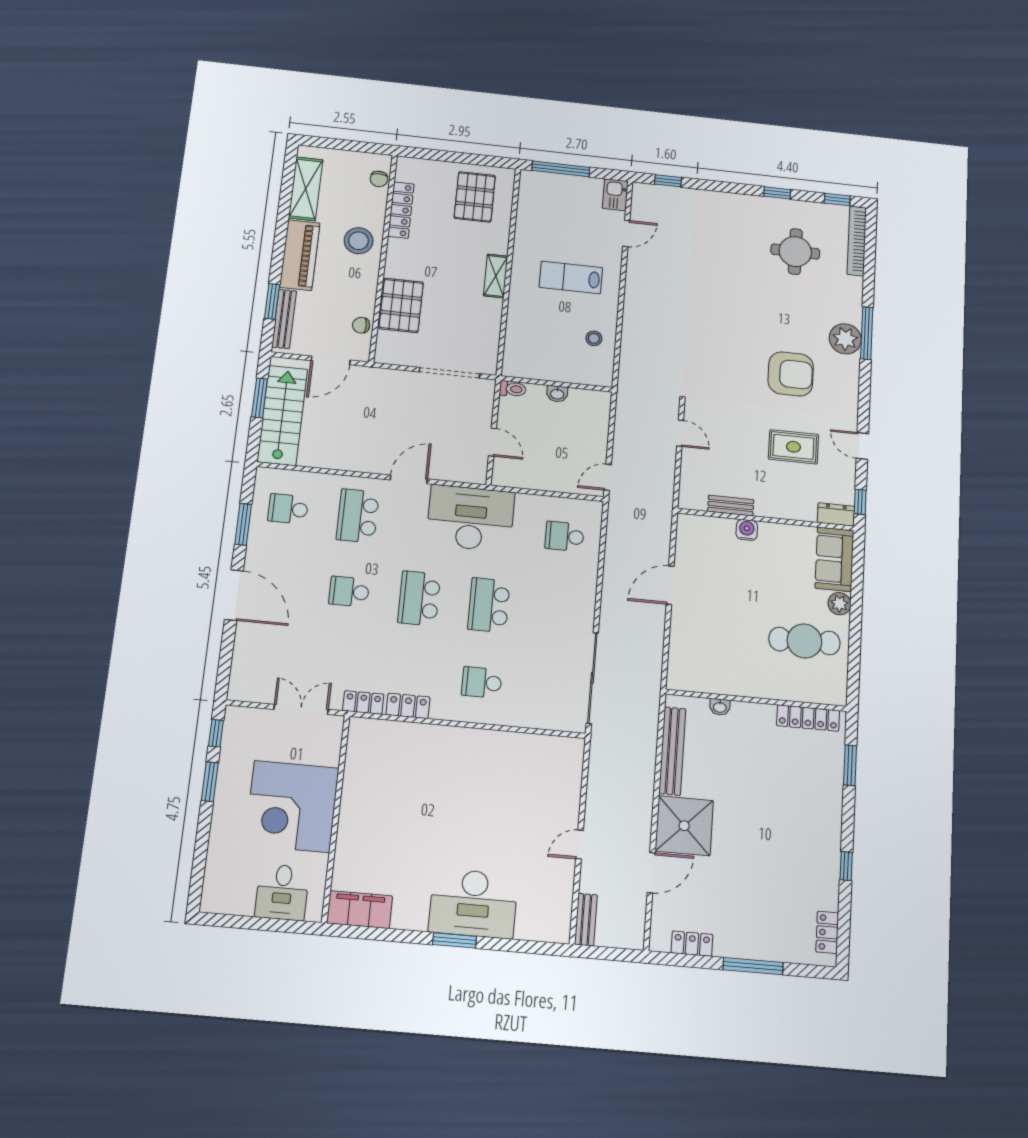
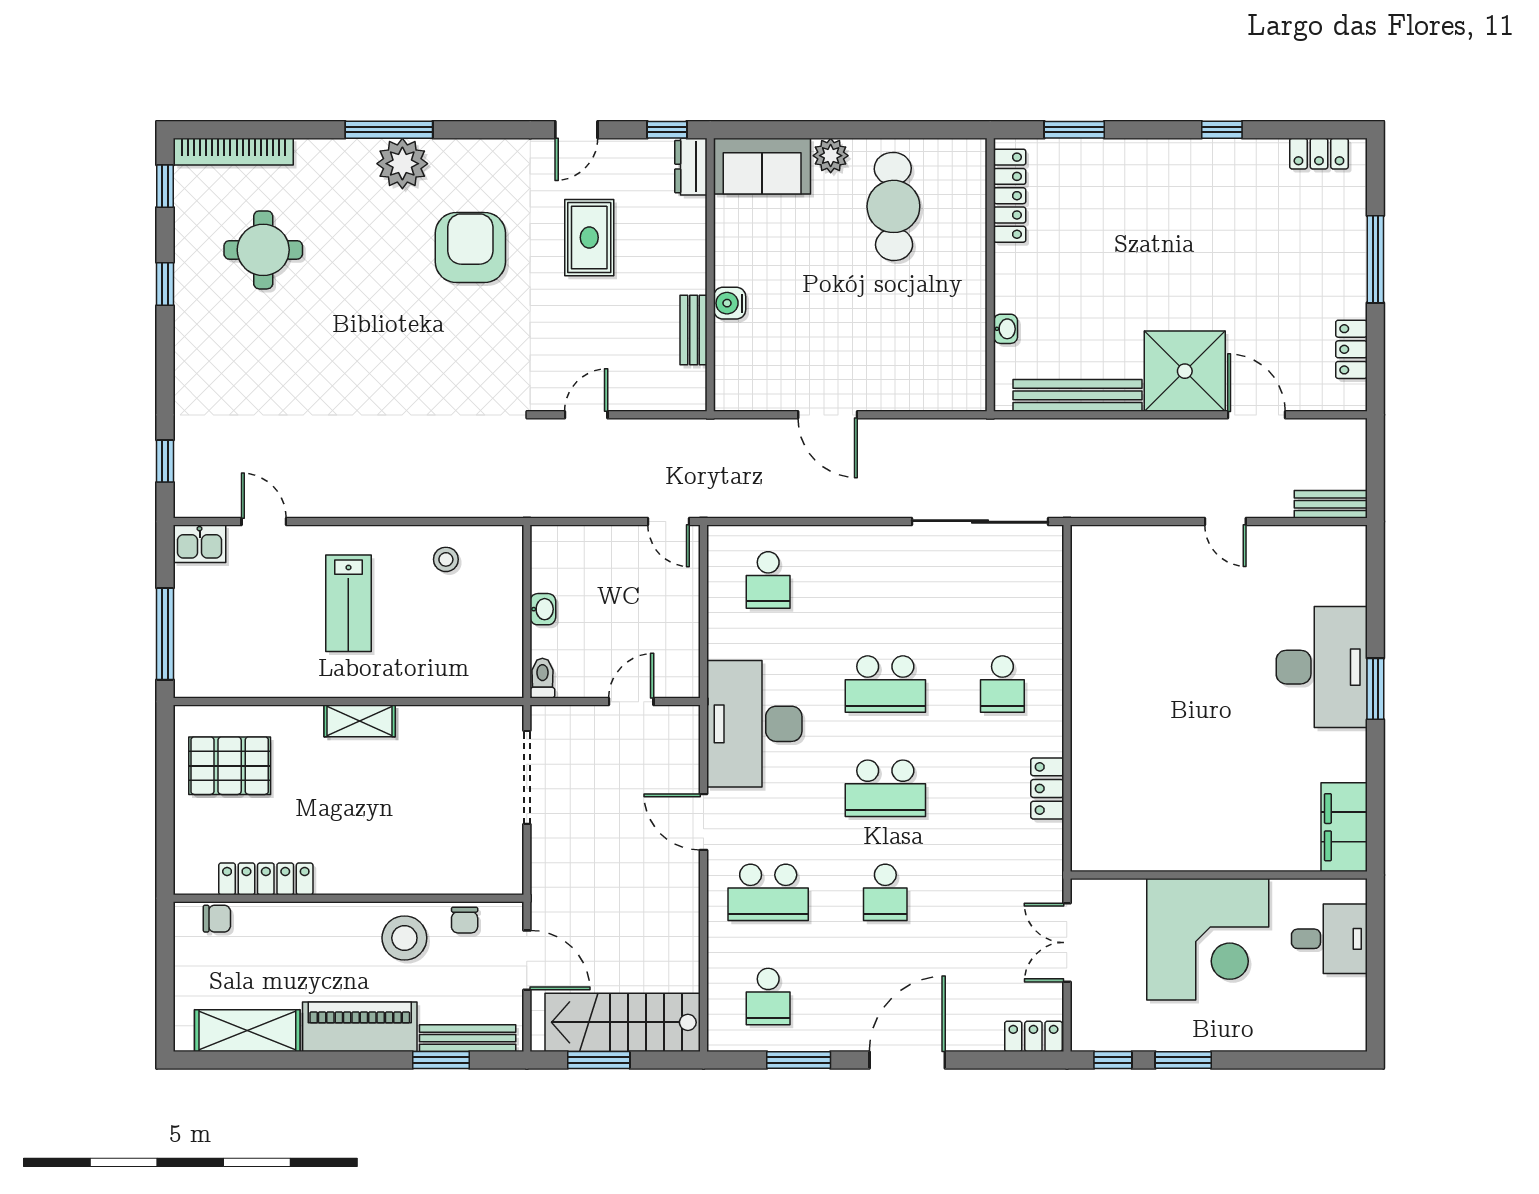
stool: (359, 241) -> (404, 938), moved
pallet: (401, 305) -> (425, 862), removed
locker: (363, 702) -> (1033, 1036), moved, turned 90

